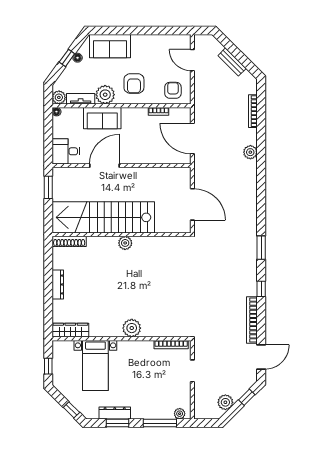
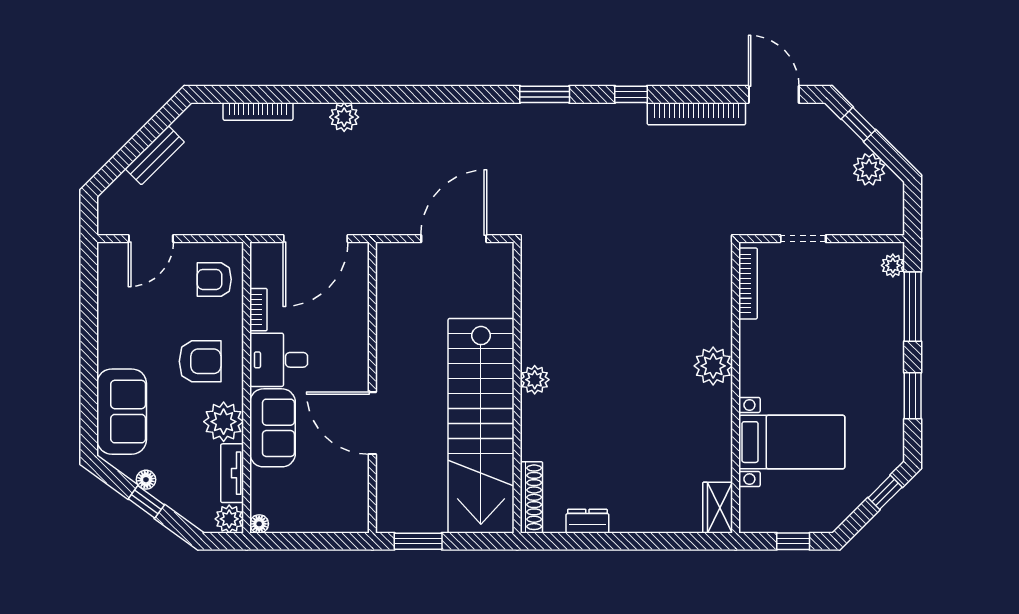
desk: (66, 151) -> (279, 360), moved, turned 90
dresser: (58, 284) -> (587, 521), moved, width x0.70
wardrobe: (70, 330) -> (718, 508), width x0.67
dresser: (115, 413) -> (892, 402), removed

